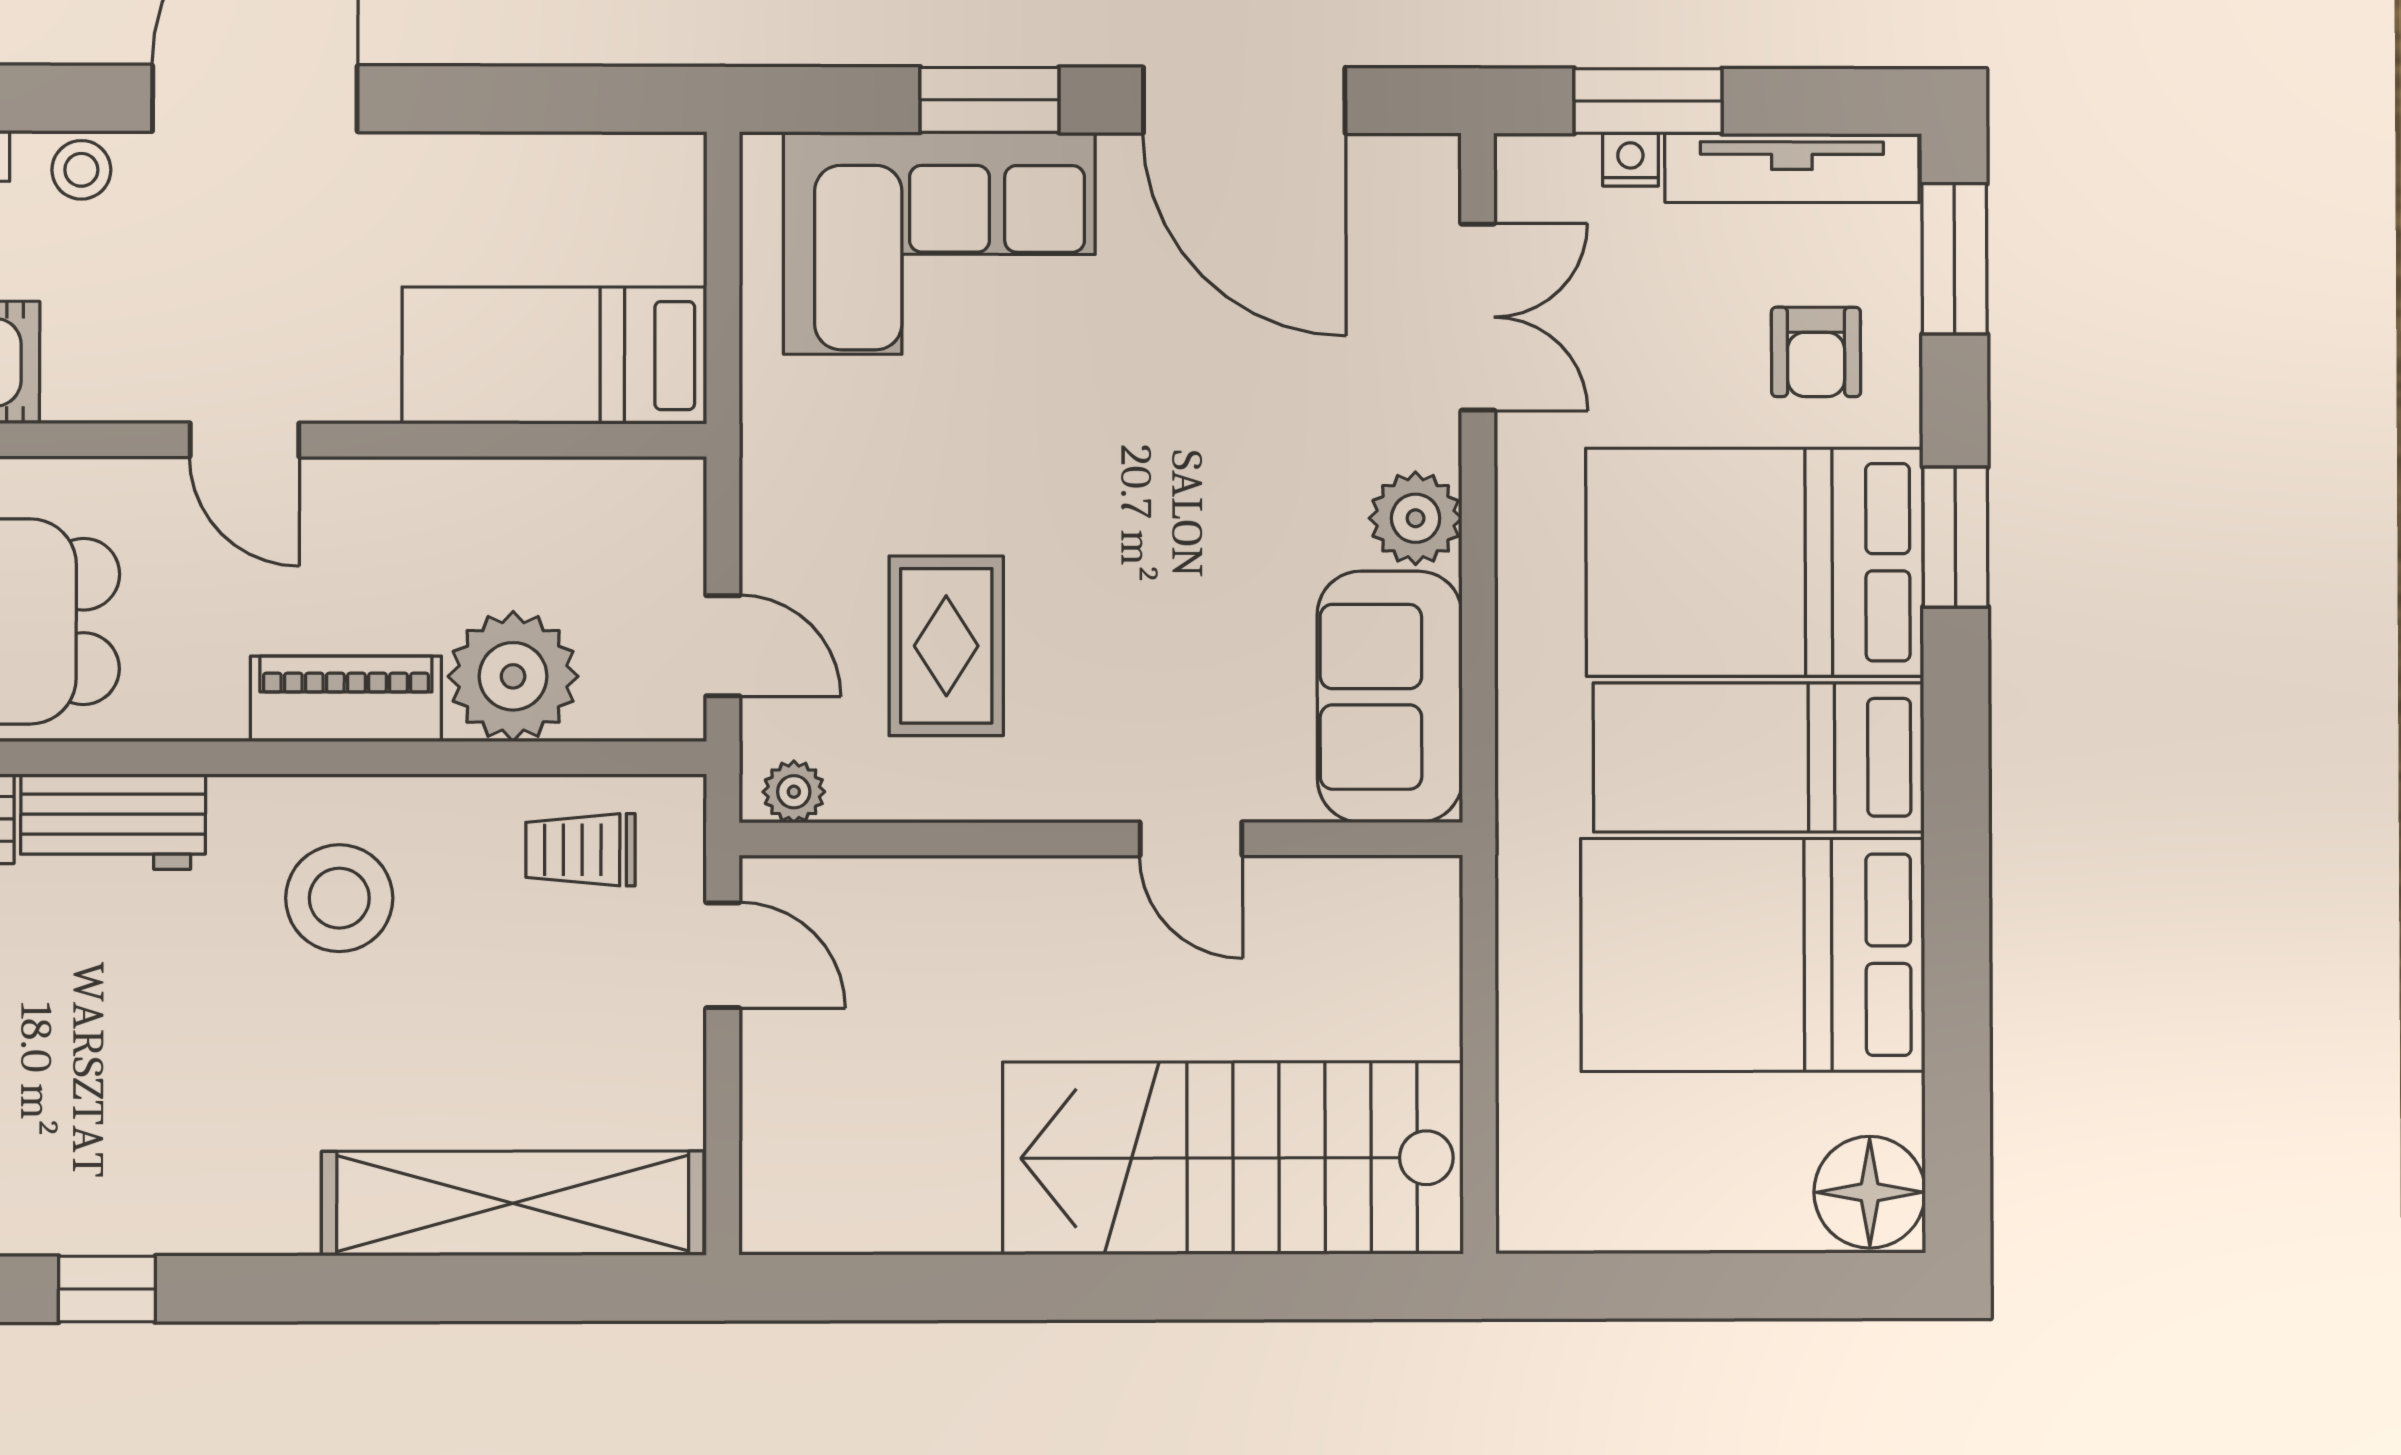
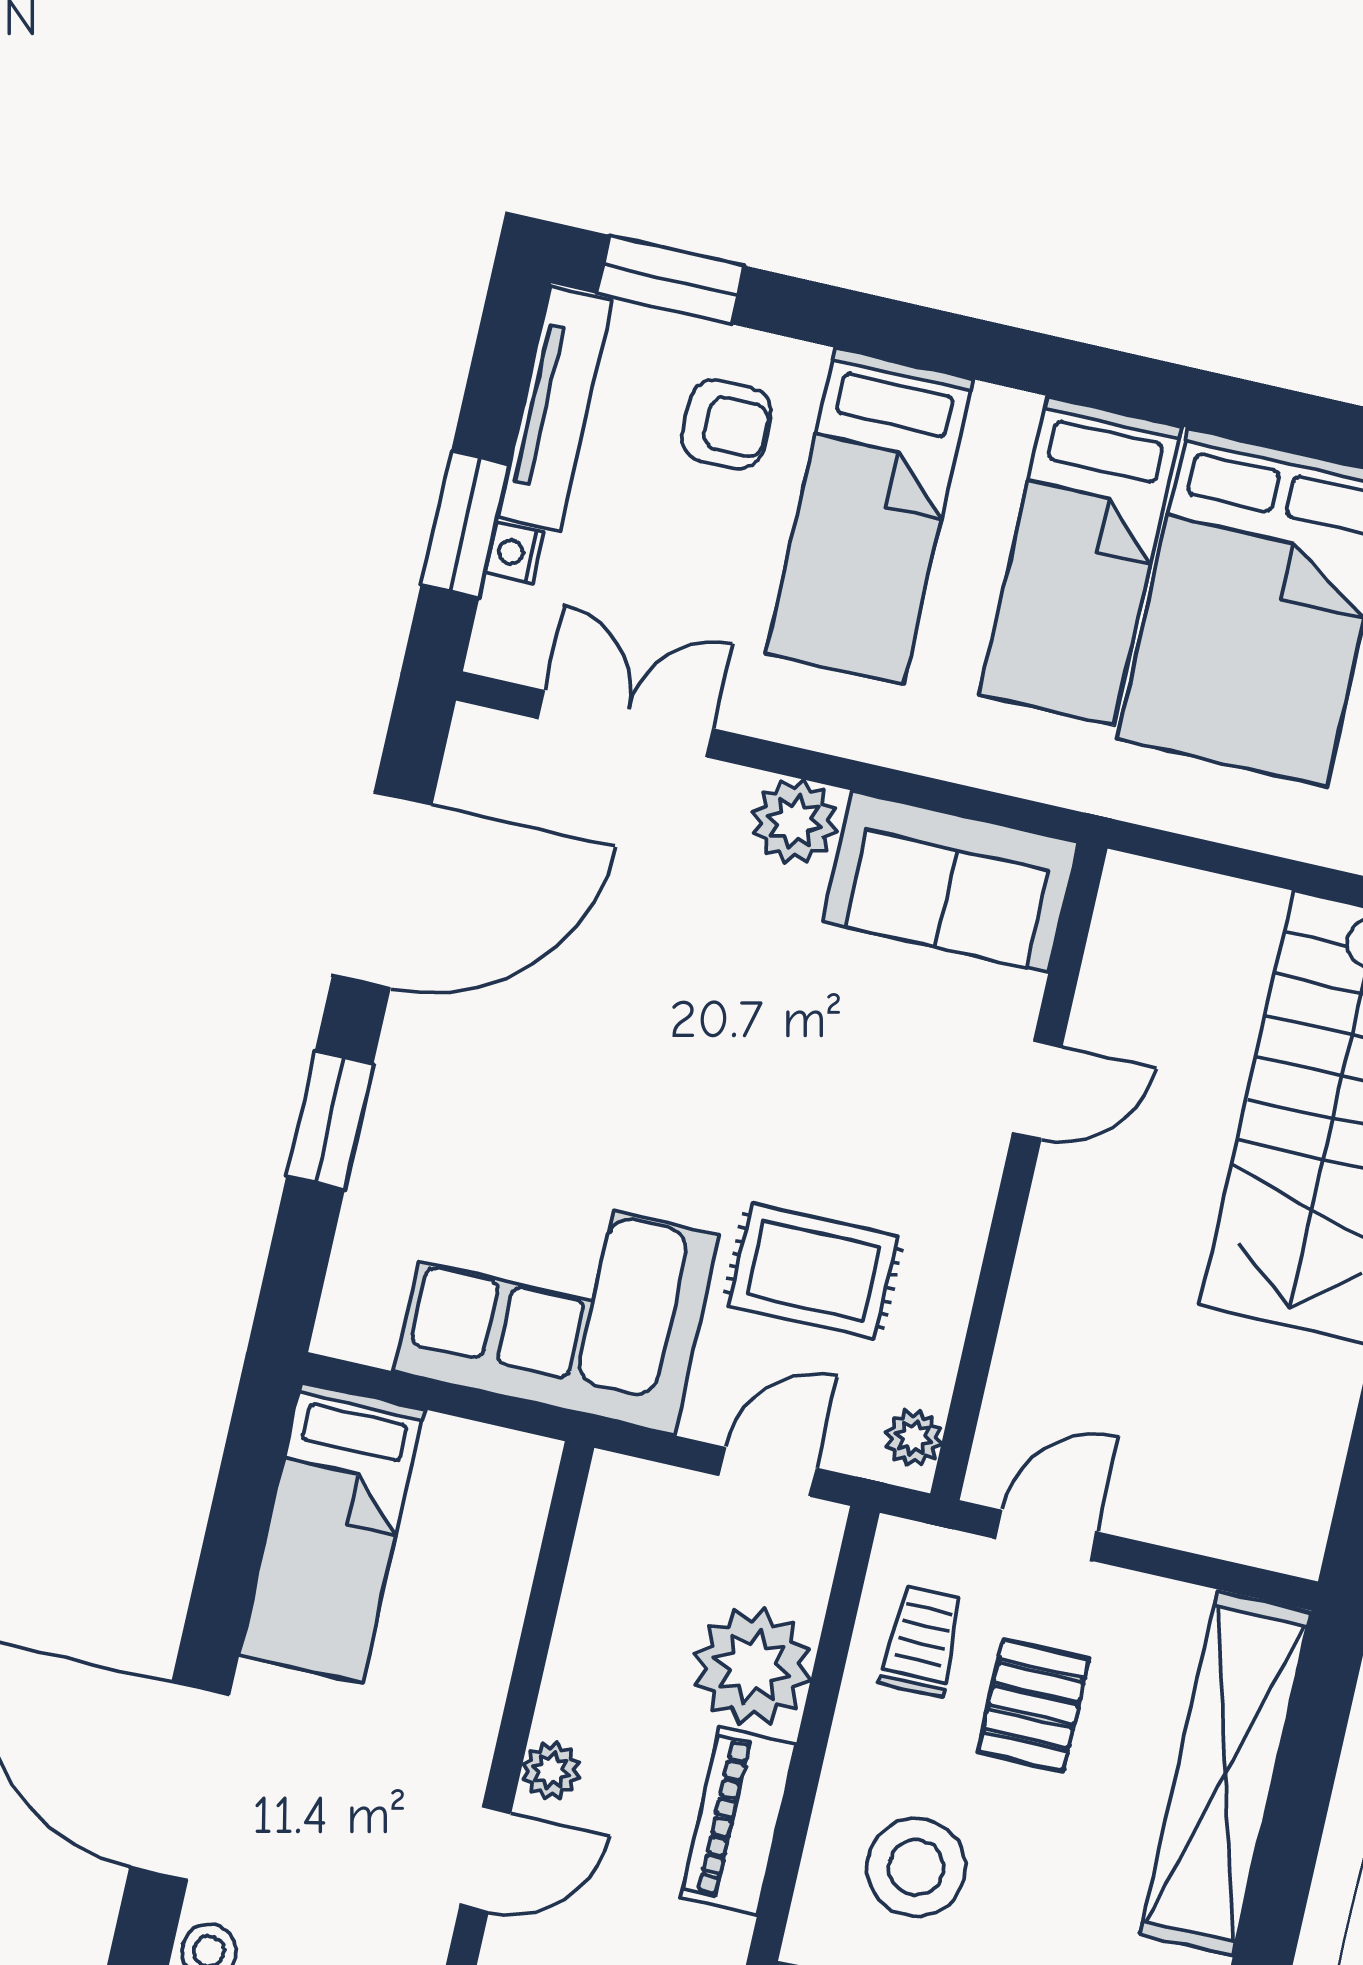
corner sofa: (939, 243) -> (557, 1303), moved, turned -90
bed: (554, 355) -> (332, 1532), moved
plant: (354, 488) -> (551, 1771), added
window: (1955, 537) -> (922, 337), removed
bed: (1755, 562) -> (869, 516), width x0.67
trolley: (580, 850) -> (922, 1641), turned 180
pallet: (539, 983) -> (1033, 1705), added

